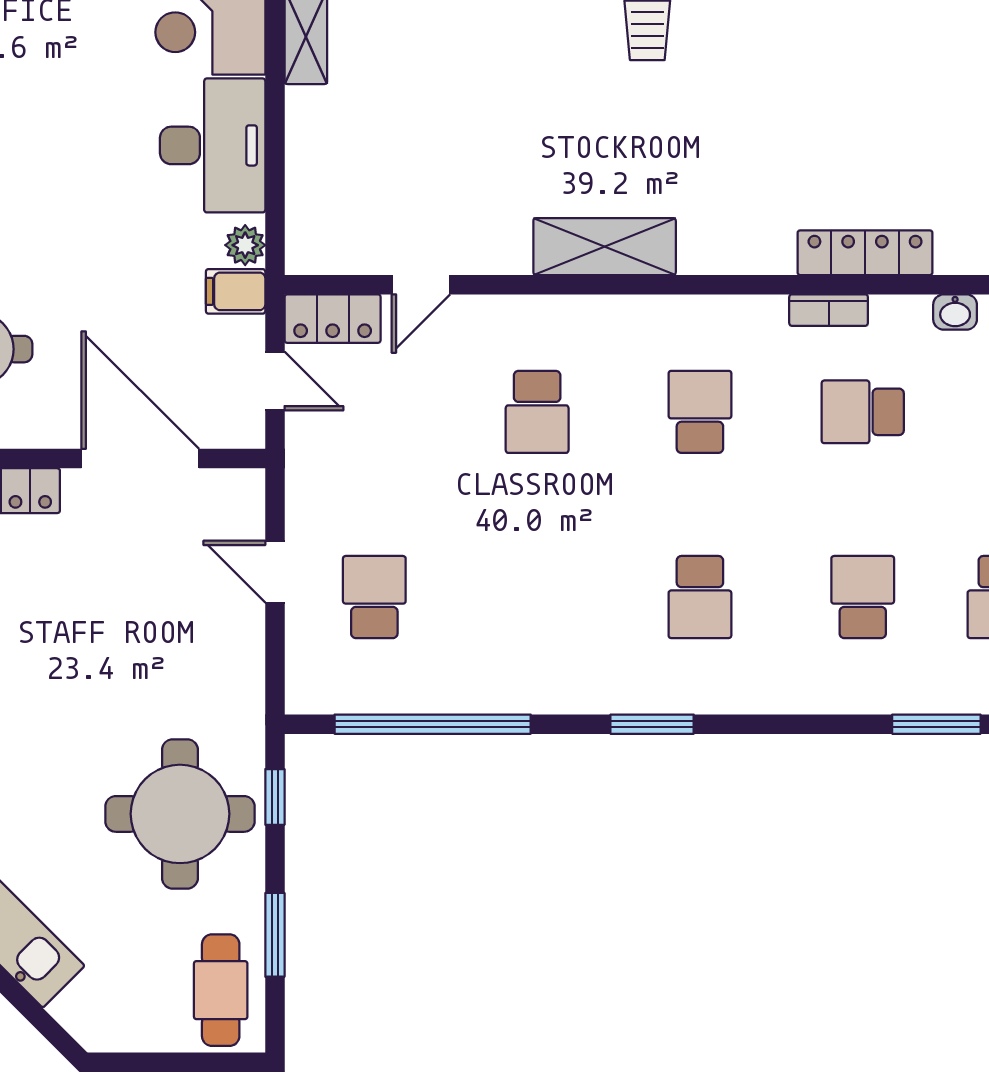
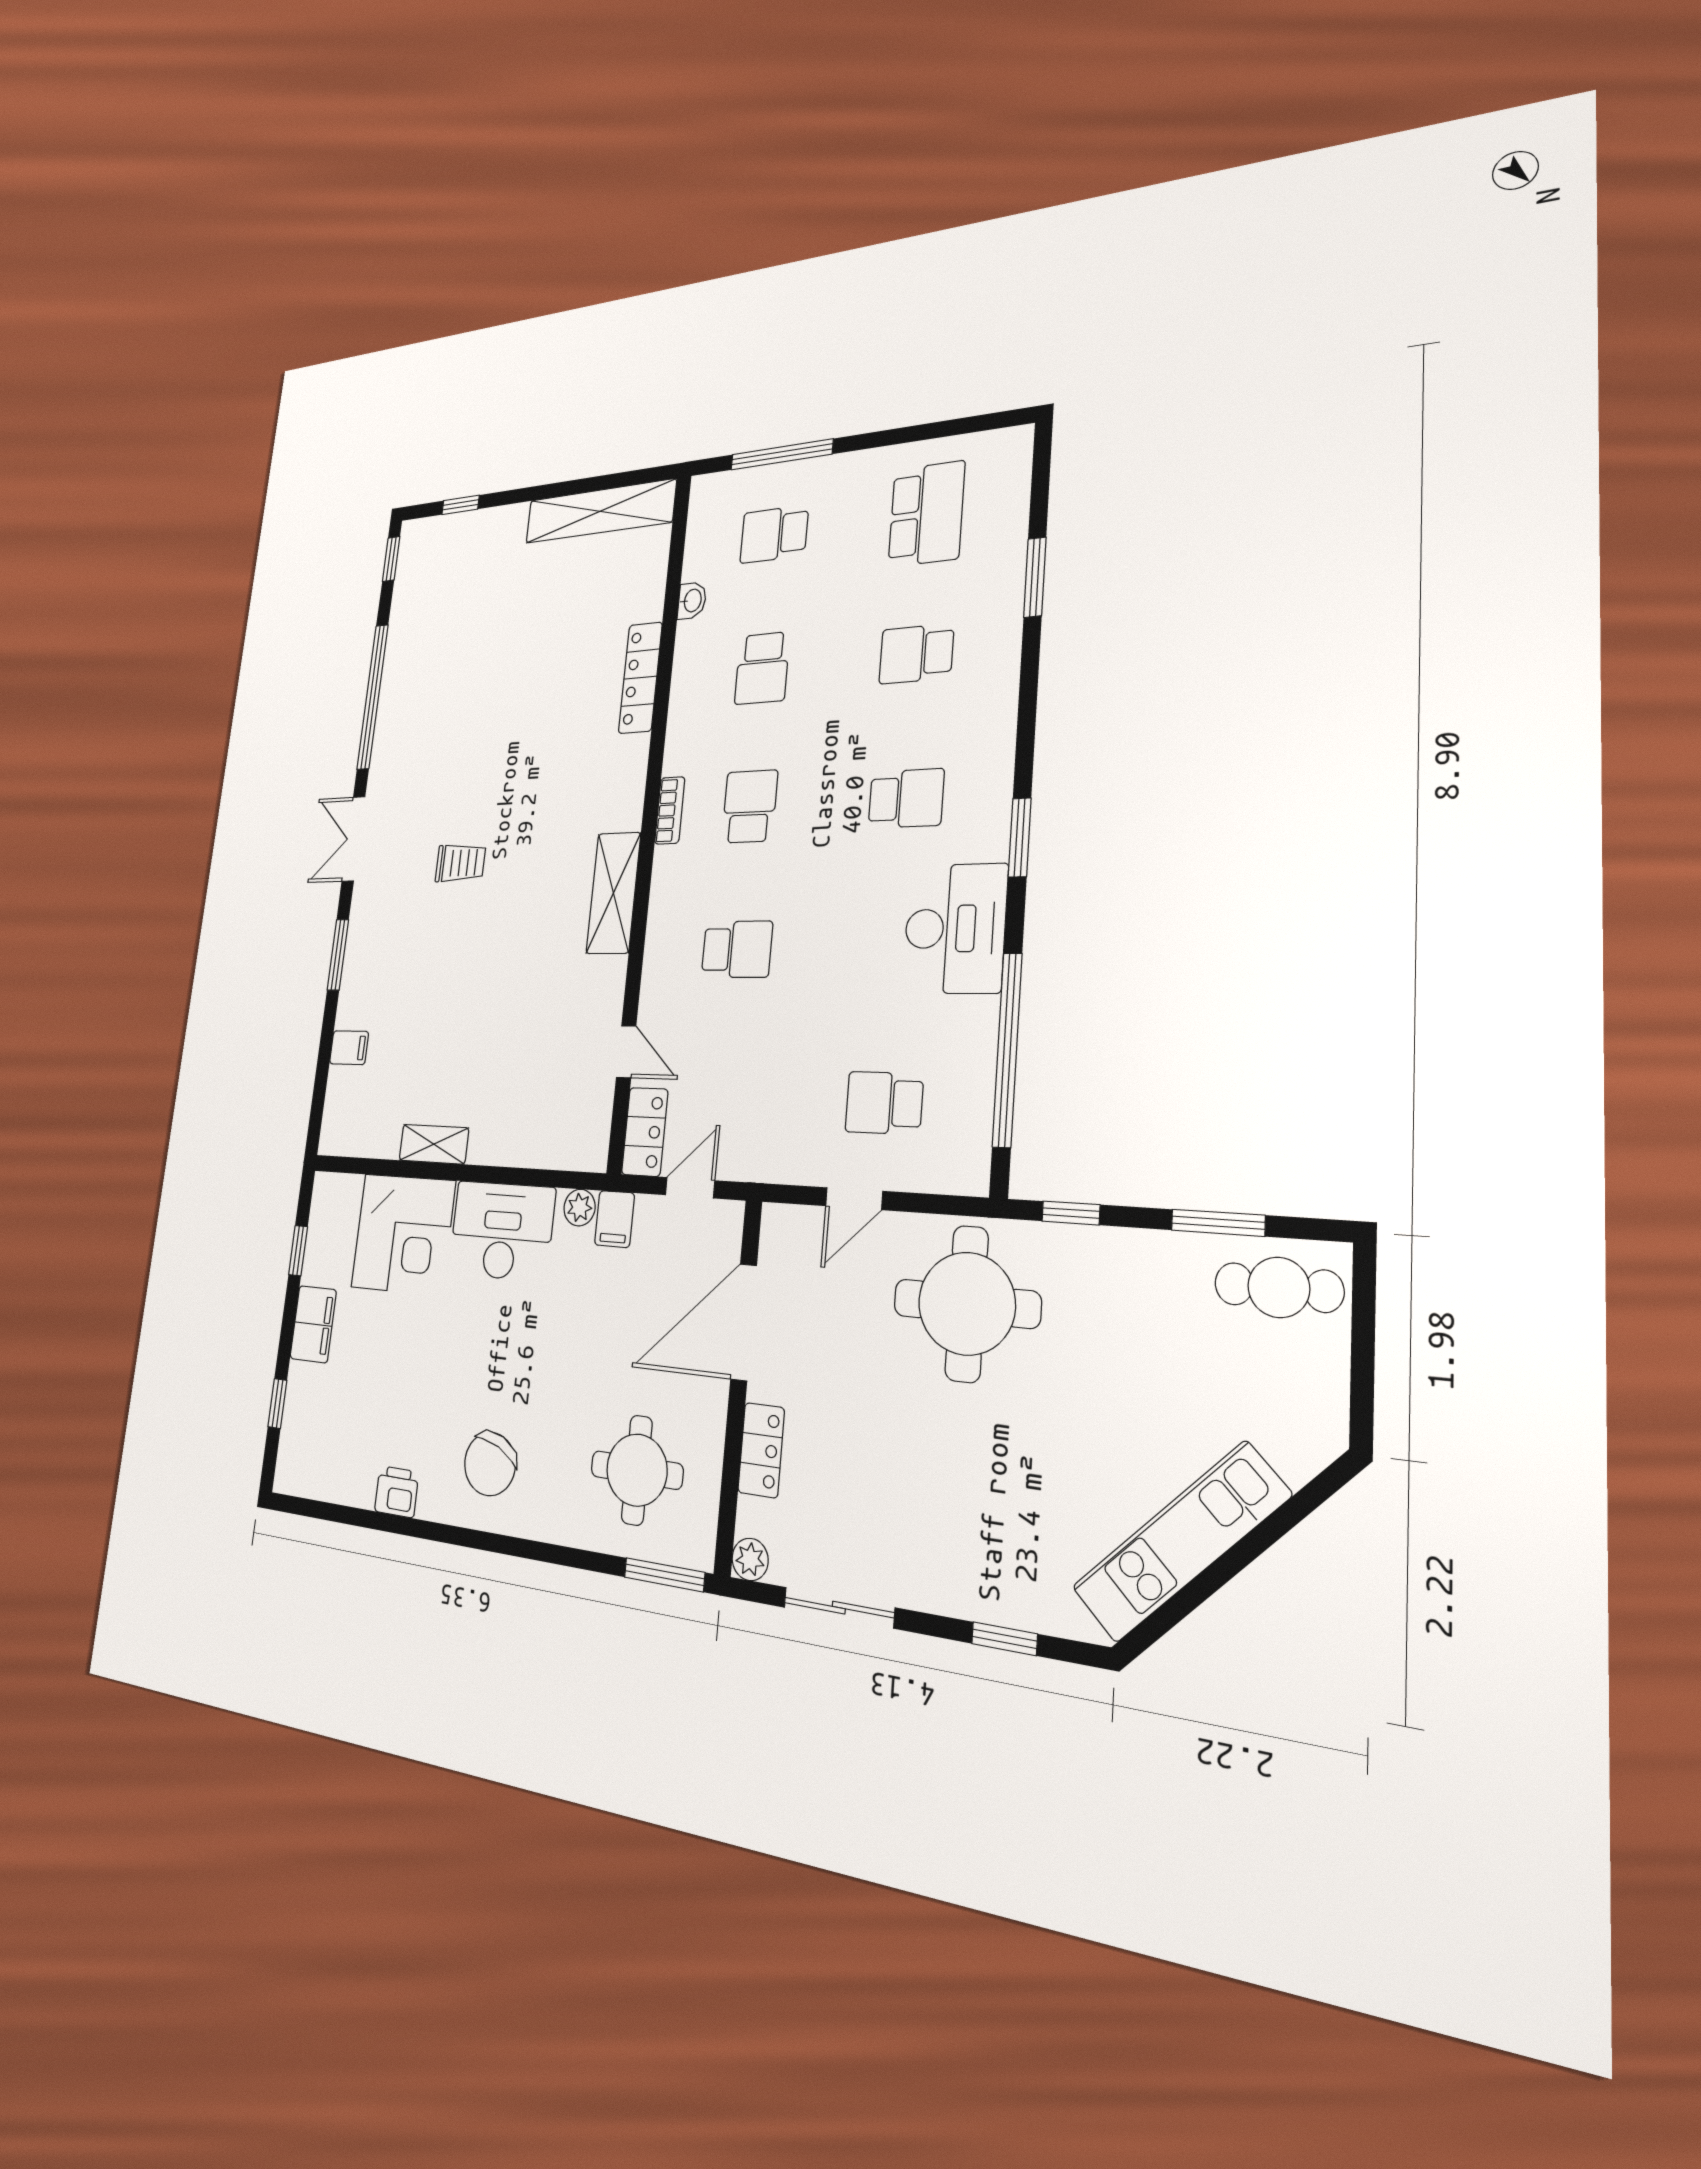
bookcase: (829, 310) -> (670, 810), moved
school desk: (700, 412) -> (750, 806), turned 90
desk: (557, 661) -> (955, 928), added
round table: (180, 814) -> (967, 1304), moved

